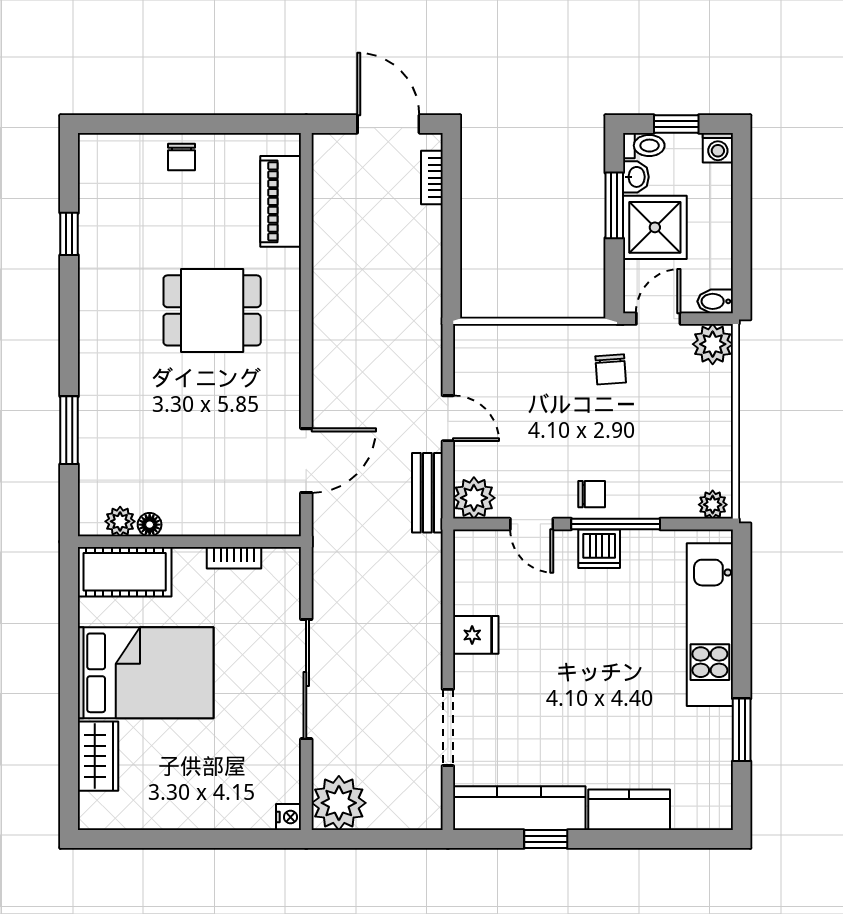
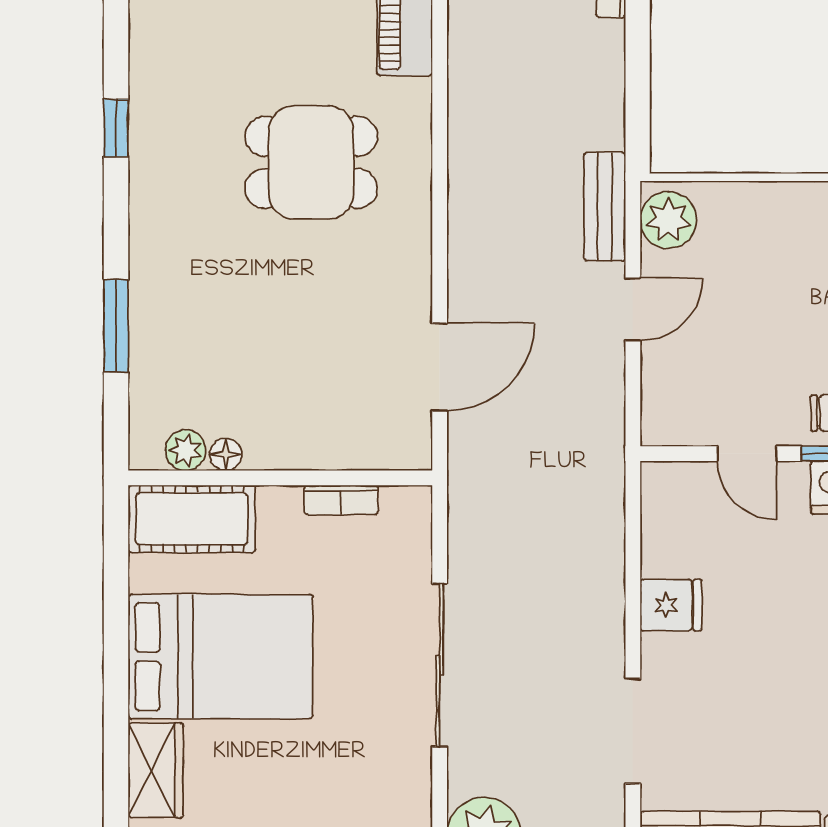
window: (69, 234) -> (116, 128), moved
door: (448, 418) -> (633, 309), hinge flipped
bench: (427, 493) -> (605, 207), moved
plant: (474, 498) -> (668, 220), moved

